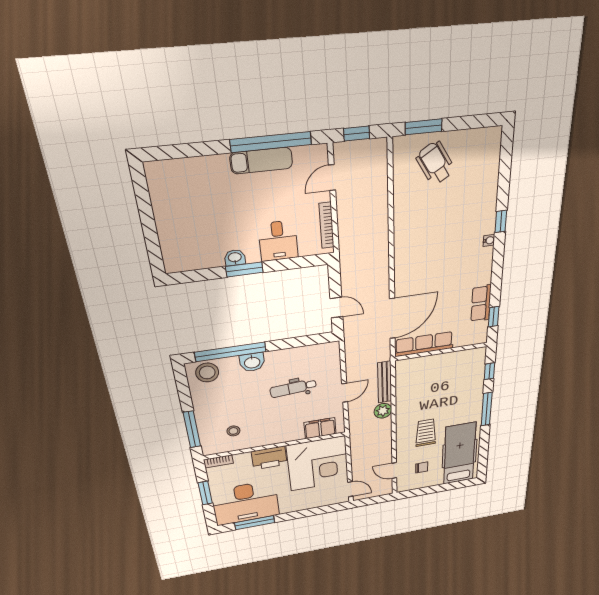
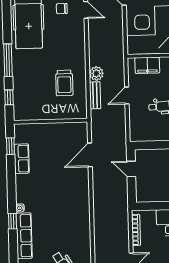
door: (392, 318) -> (90, 155), width x0.73
row of seats: (424, 344) -> (24, 236), moved, turned -90
bench: (385, 382) -> (95, 95), width x0.73
trolley: (426, 433) -> (64, 83), moved

